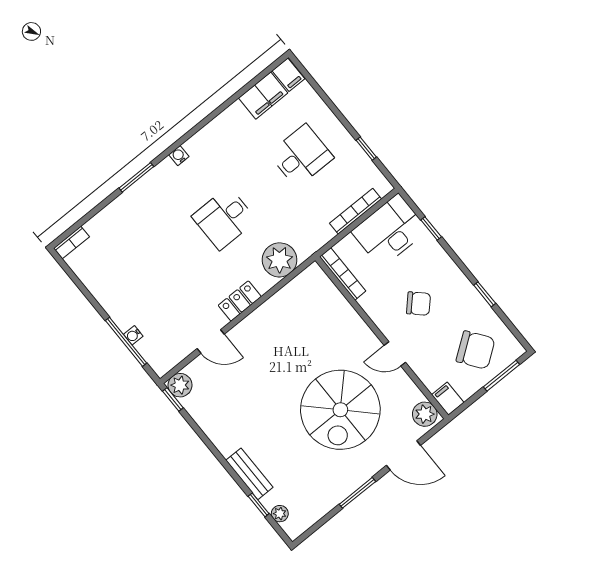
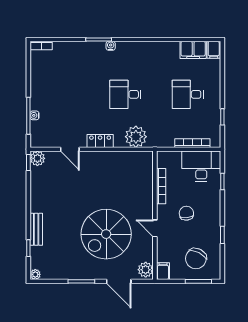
water cooler: (179, 156) -> (111, 46), moved
desk: (301, 156) -> (188, 94), turned 180
bookcase: (343, 274) -> (161, 186), moved
chair: (419, 304) -> (186, 213), turned -139
chair: (476, 350) -> (196, 259), turned 63
plant: (280, 514) -> (35, 274), moved

